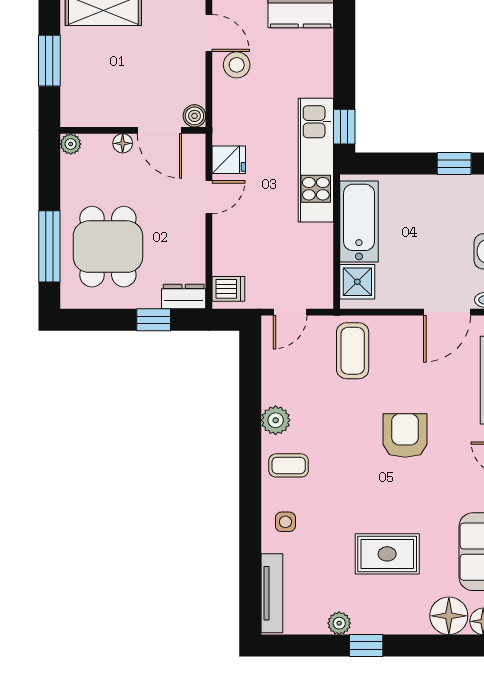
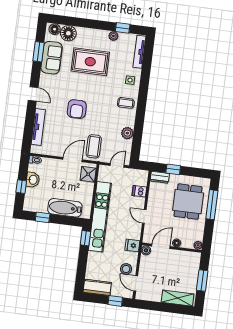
door: (159, 130) -> (161, 246), hinge flipped
fridge: (229, 160) -> (132, 245), moved
kitchen unit: (316, 160) -> (100, 217), width x1.36
door: (209, 197) -> (144, 216), hinge flipped
bathtub: (359, 221) -> (65, 208), moved, turned 90
dishwasher: (228, 289) -> (139, 191), moved
door: (447, 312) -> (73, 160), moved
plant: (276, 420) -> (127, 133), moved
rug: (387, 554) -> (90, 62), width x1.36, depth x1.43
window: (366, 646) -> (123, 28), moved

